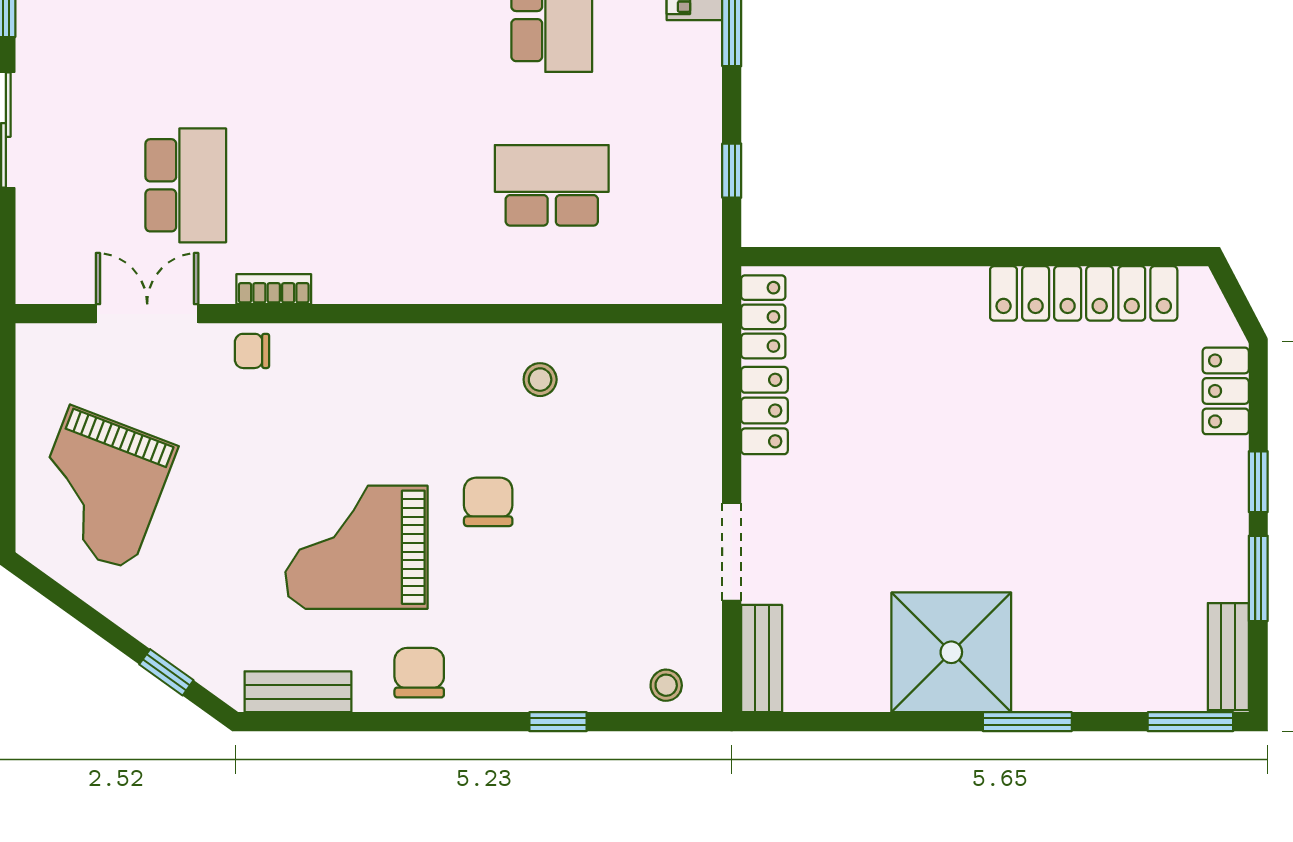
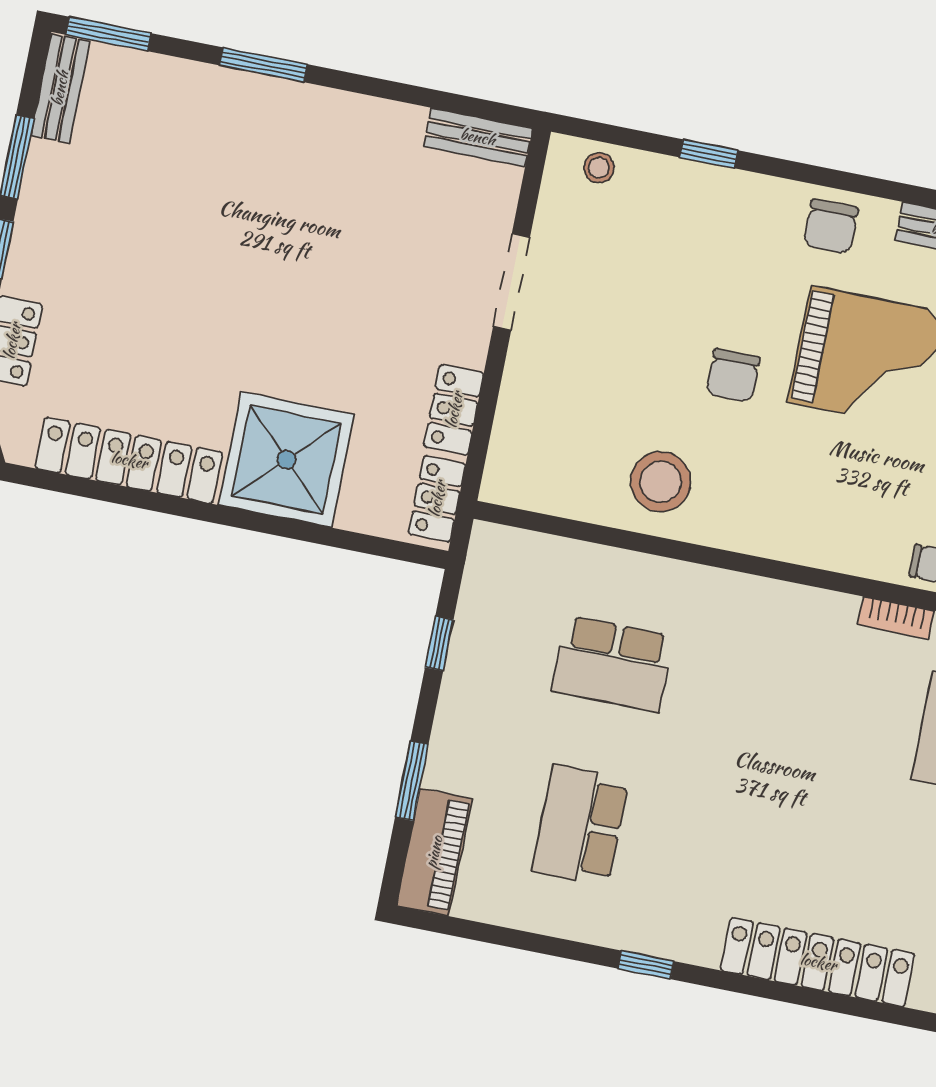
stool: (540, 380) -> (661, 482), width x1.89, depth x1.89
shower: (951, 652) -> (286, 460), moved
bench: (762, 659) -> (478, 137), moved, turned 90

